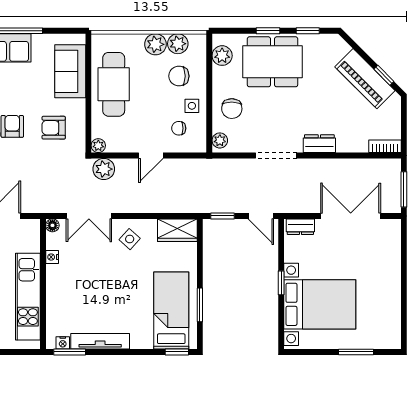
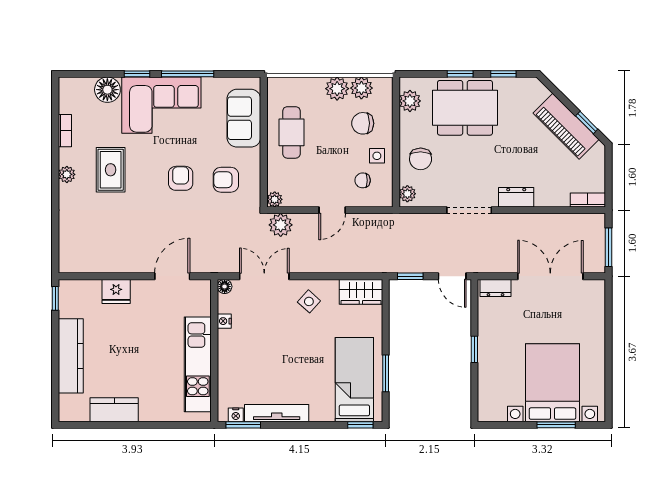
cafe table: (114, 84) -> (291, 132), width x0.73, depth x0.74
double door: (89, 216) -> (264, 276), swing flipped
bed with nightstands: (320, 304) -> (553, 383), moved, turned -90

